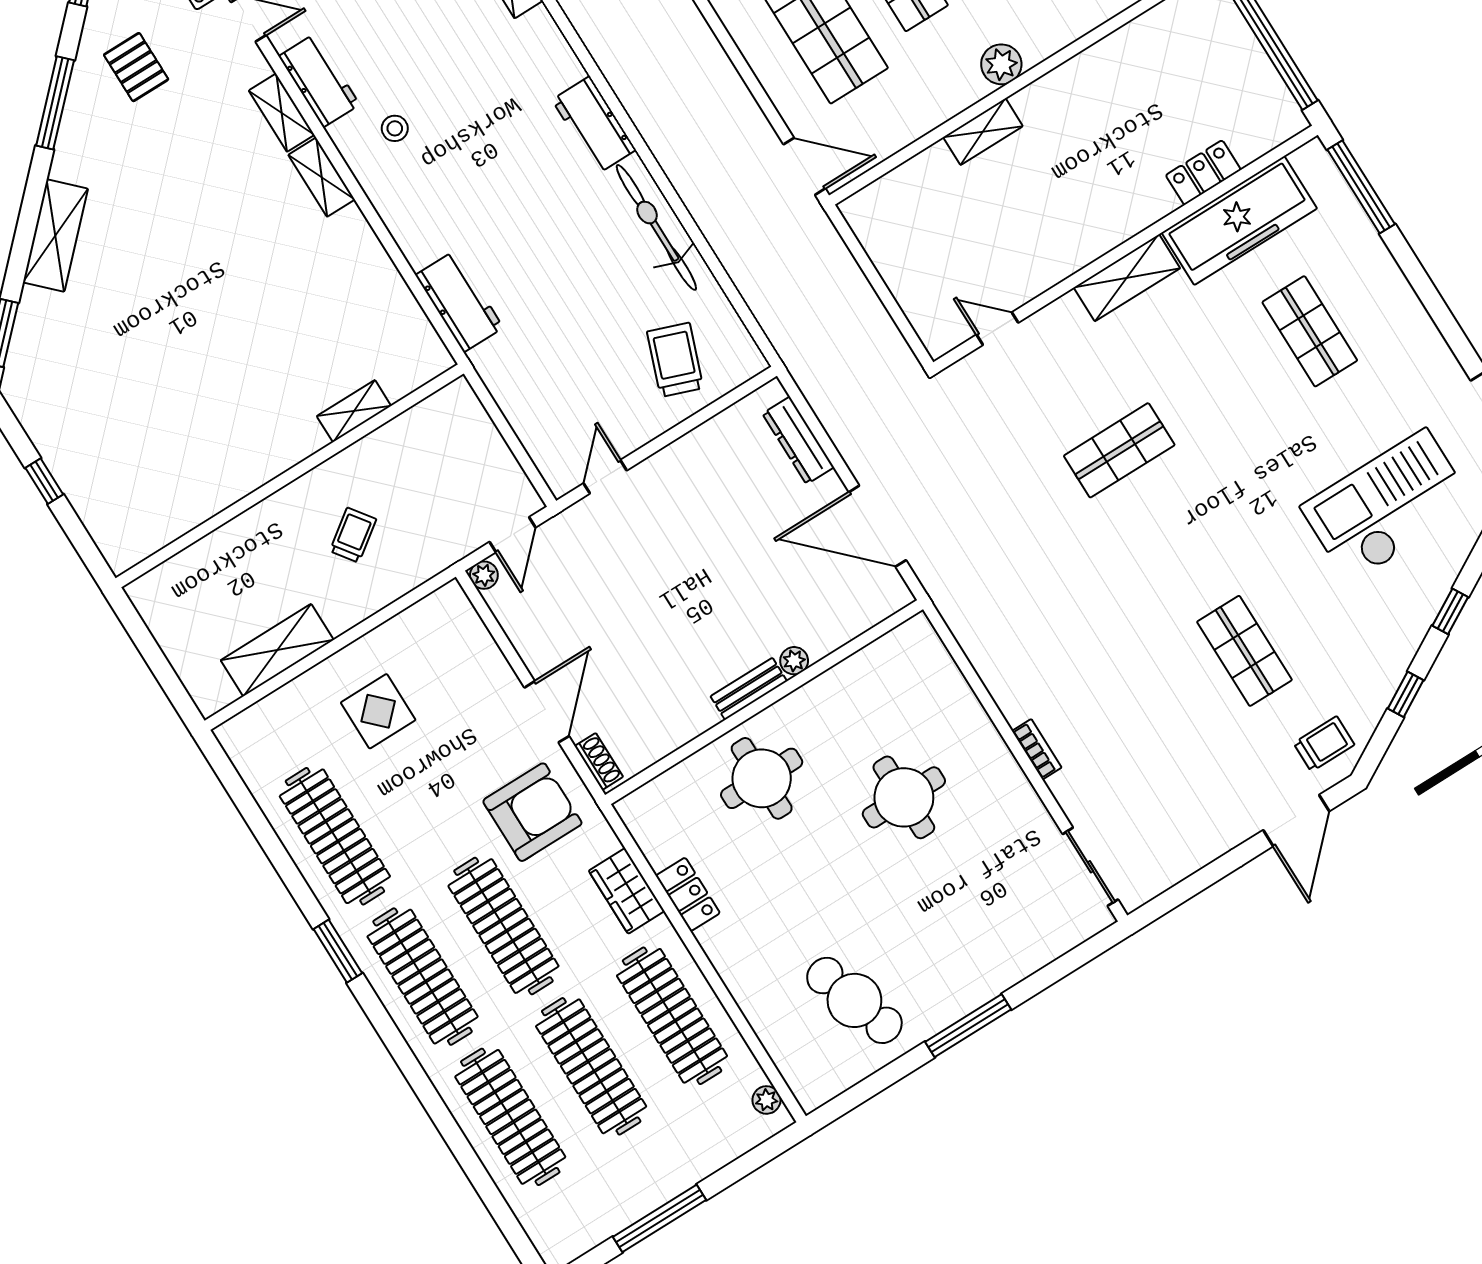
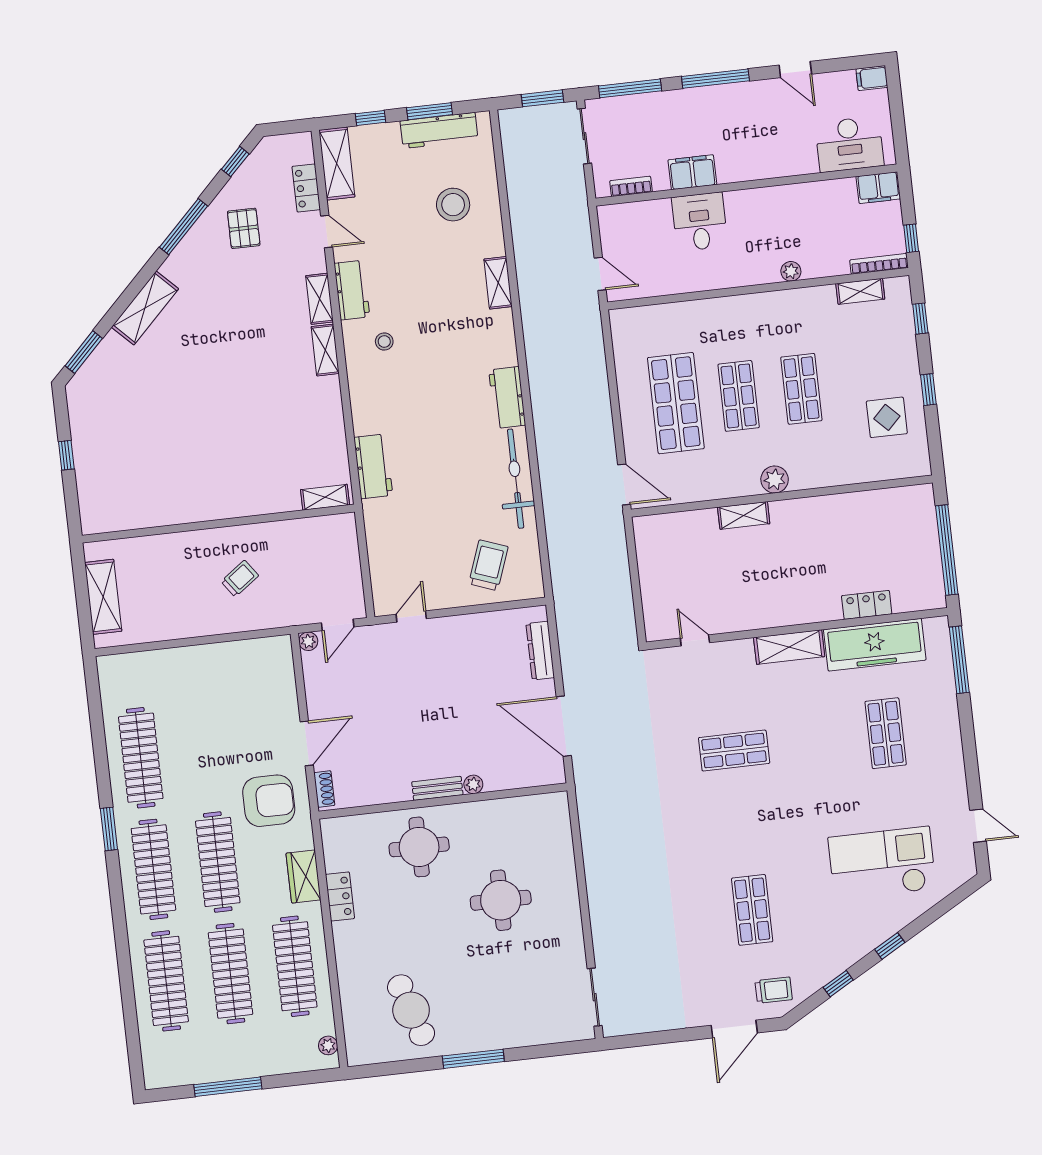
shelving: (354, 411) -> (325, 497), moved
shelving: (277, 650) -> (103, 597), moved, turned 90
display table: (378, 711) -> (204, 694), removed
bookcase: (1037, 749) -> (596, 910), removed

